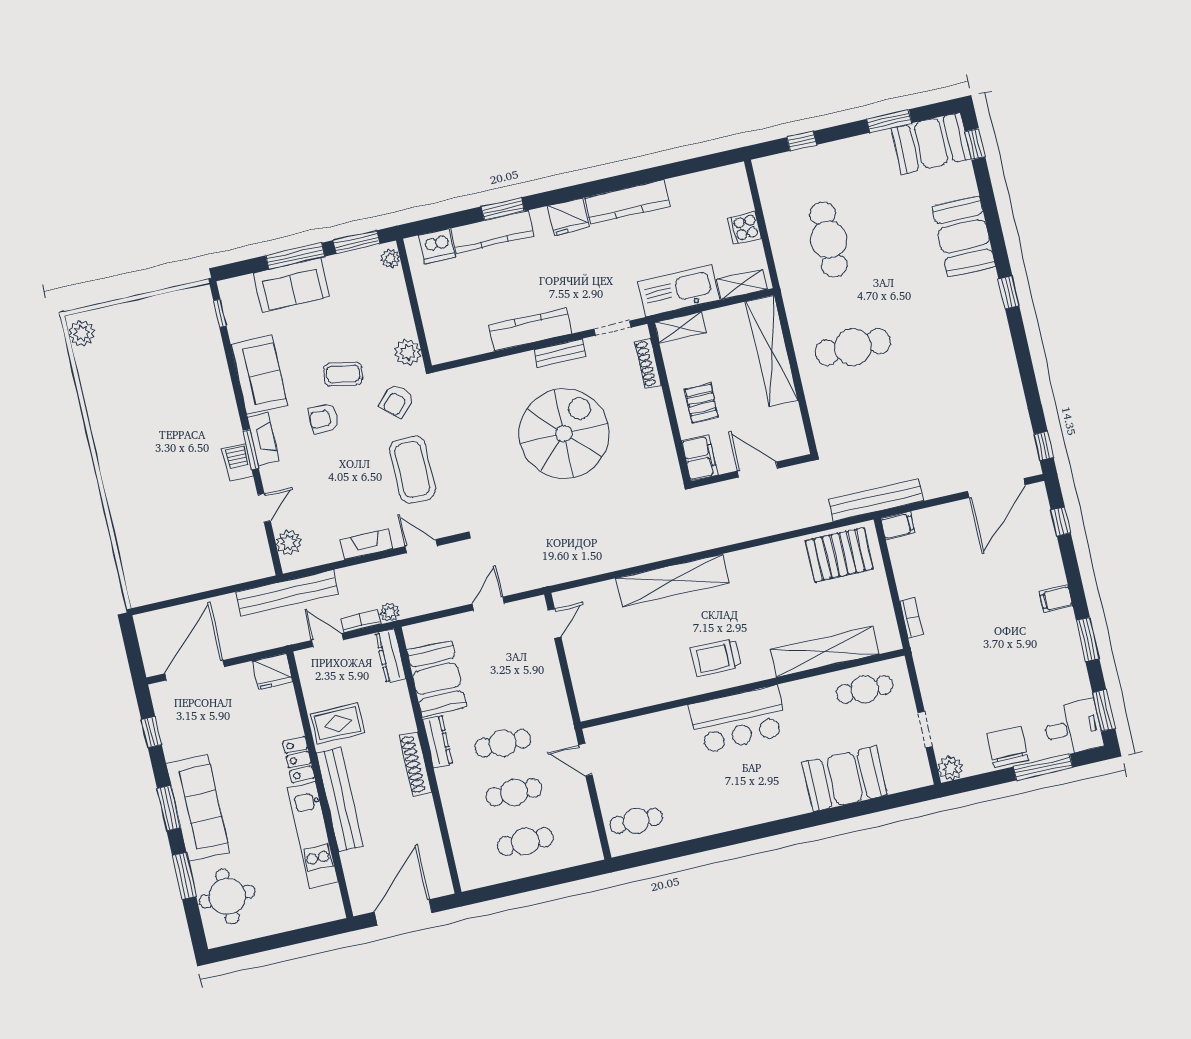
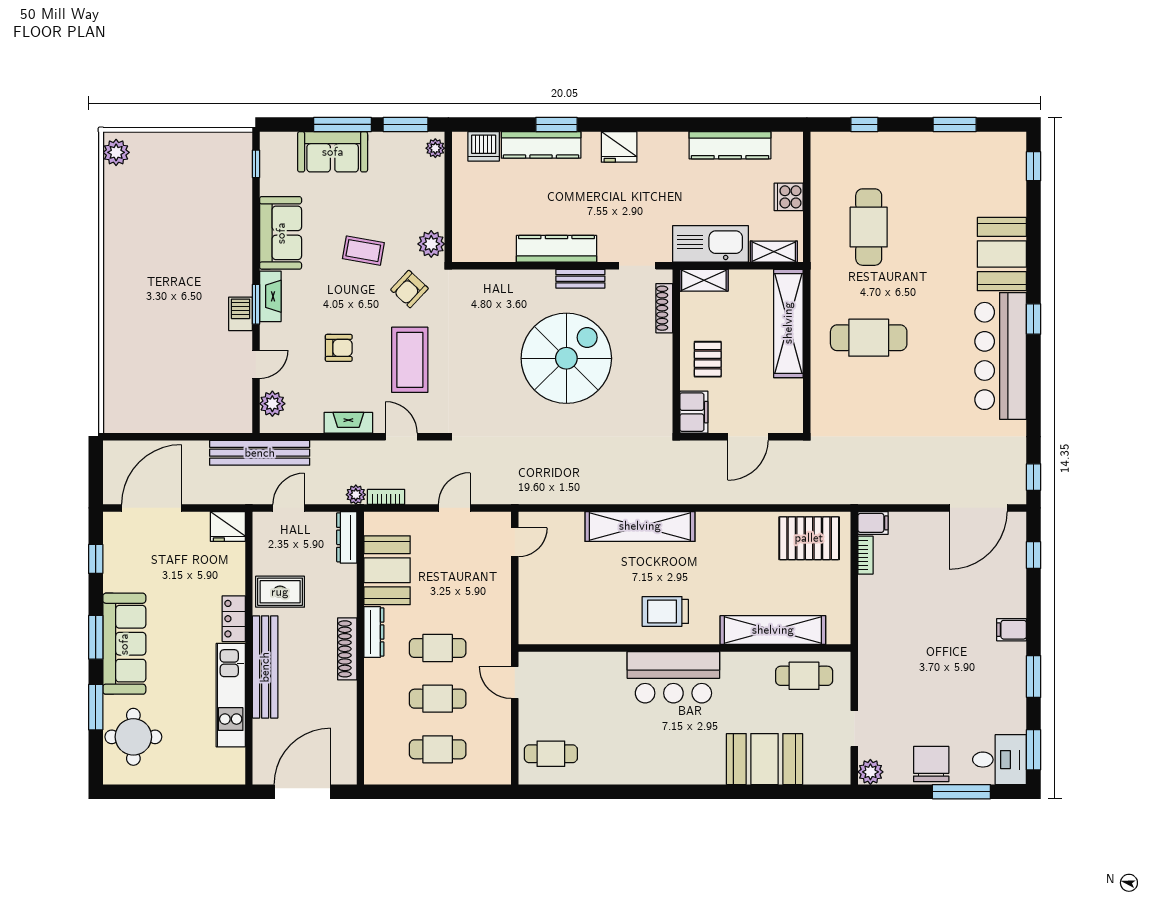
booth: (931, 143) -> (991, 156), removed
kitchen counter: (627, 202) -> (730, 145), moved
bar counter: (985, 336) -> (1001, 356), added
armchair: (324, 418) -> (339, 348), moved, turned 180
door: (758, 470) -> (748, 437), swing flipped
bench: (876, 500) -> (857, 493), removed
bookcase: (911, 618) -> (865, 555), moved
bookcase: (361, 621) -> (386, 497), moved
door: (327, 640) -> (289, 508), hinge flipped

